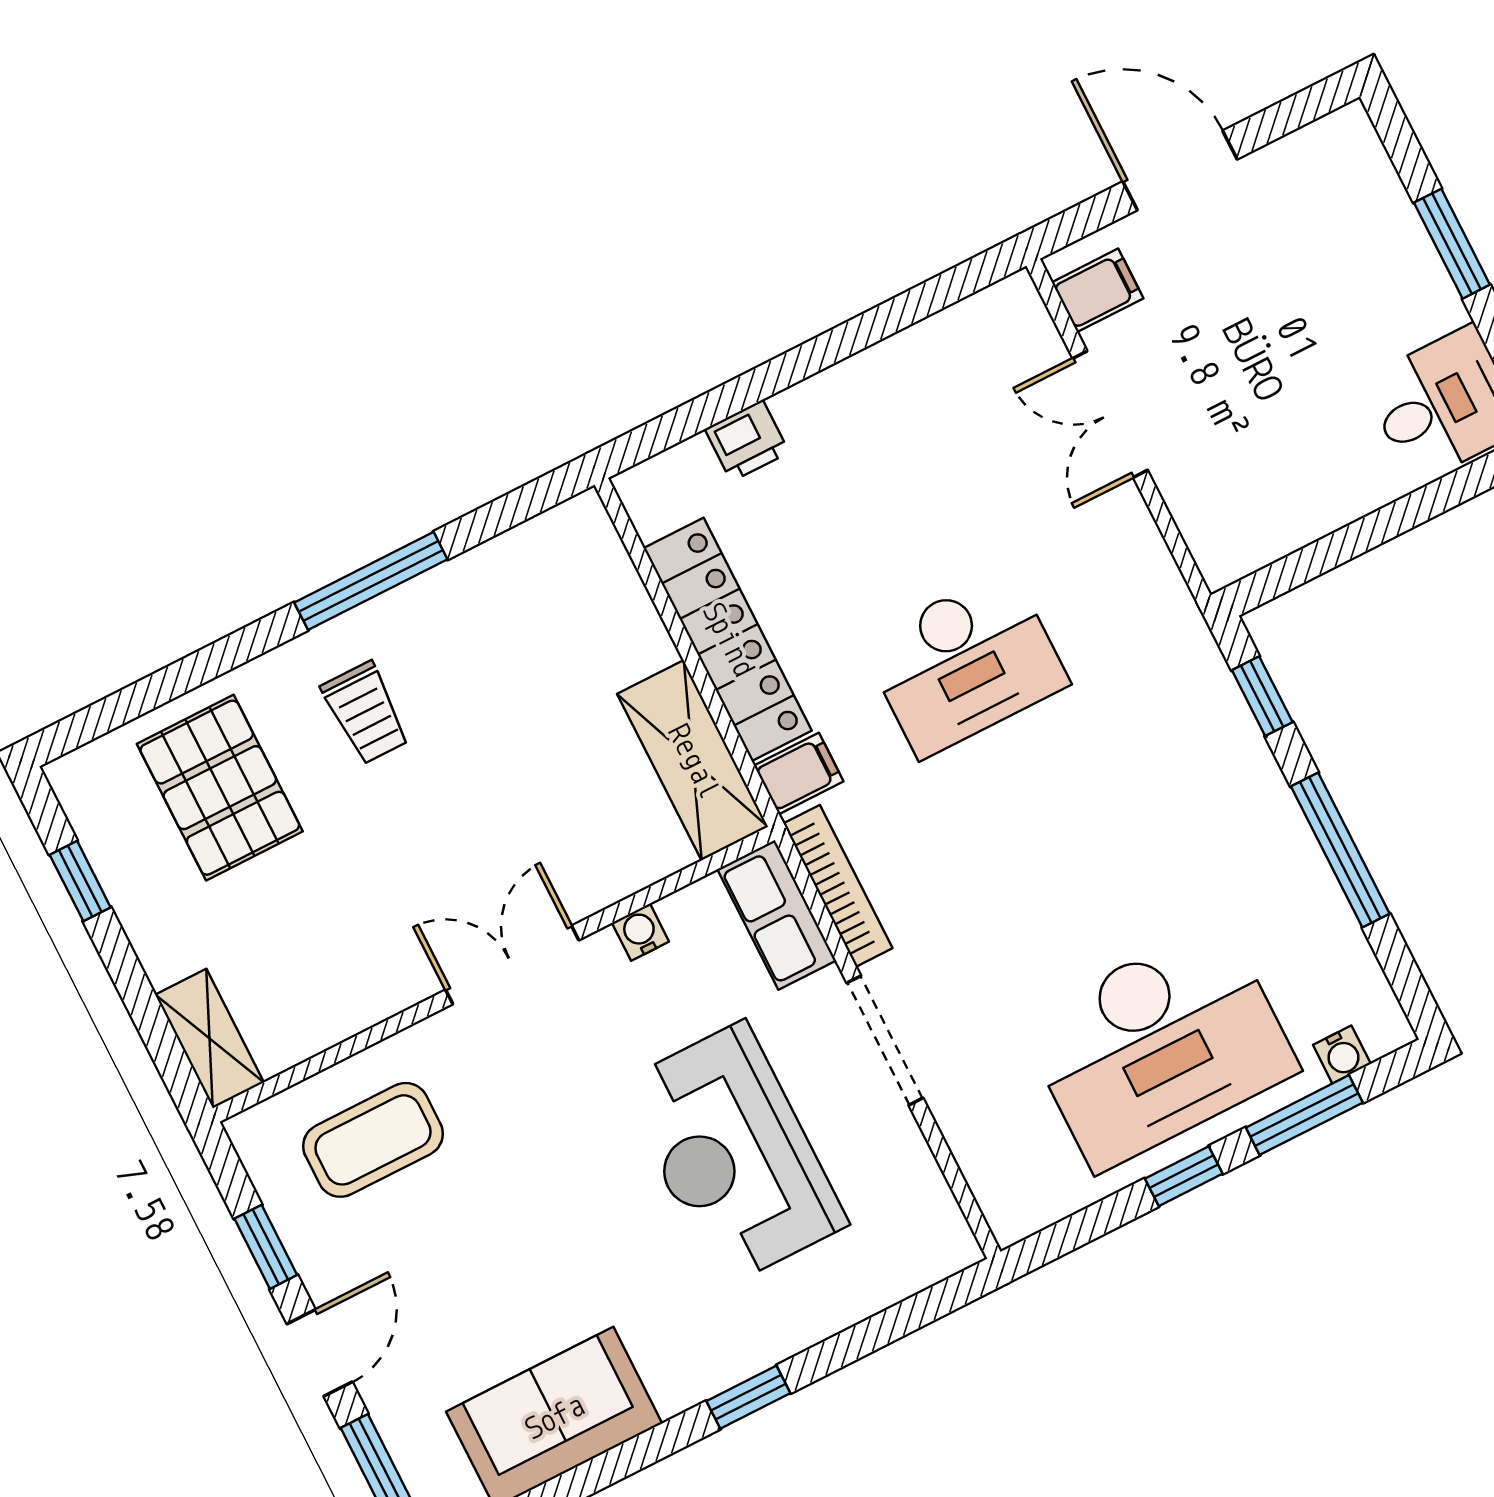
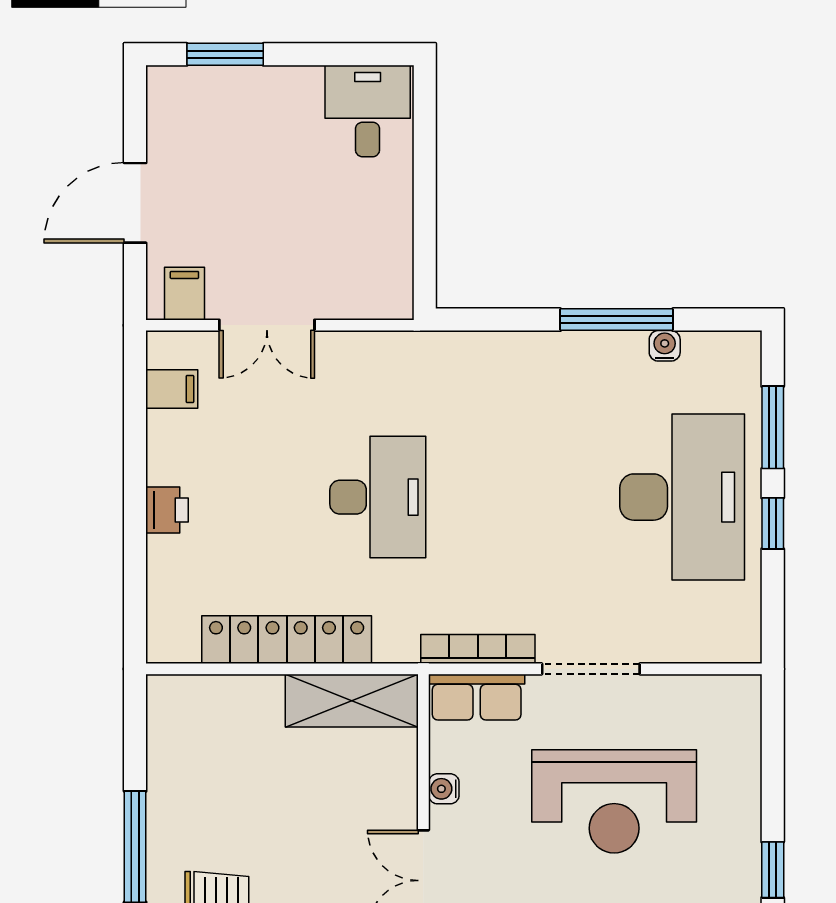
window: (1452, 244) -> (225, 54), moved
printer: (747, 441) -> (167, 510), moved
window: (1262, 696) -> (494, 320), removed
filing cabinet: (799, 774) -> (172, 389), moved, turned 90
water cooler: (1342, 1054) -> (665, 346), moved, turned -90

